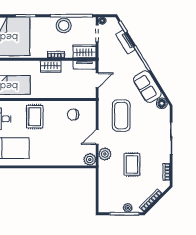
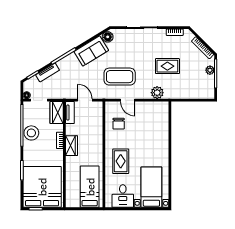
rug: (35, 117) -> (121, 161), turned 90
door: (97, 137) -> (128, 100), moved
plant: (90, 159) -> (163, 107), removed

